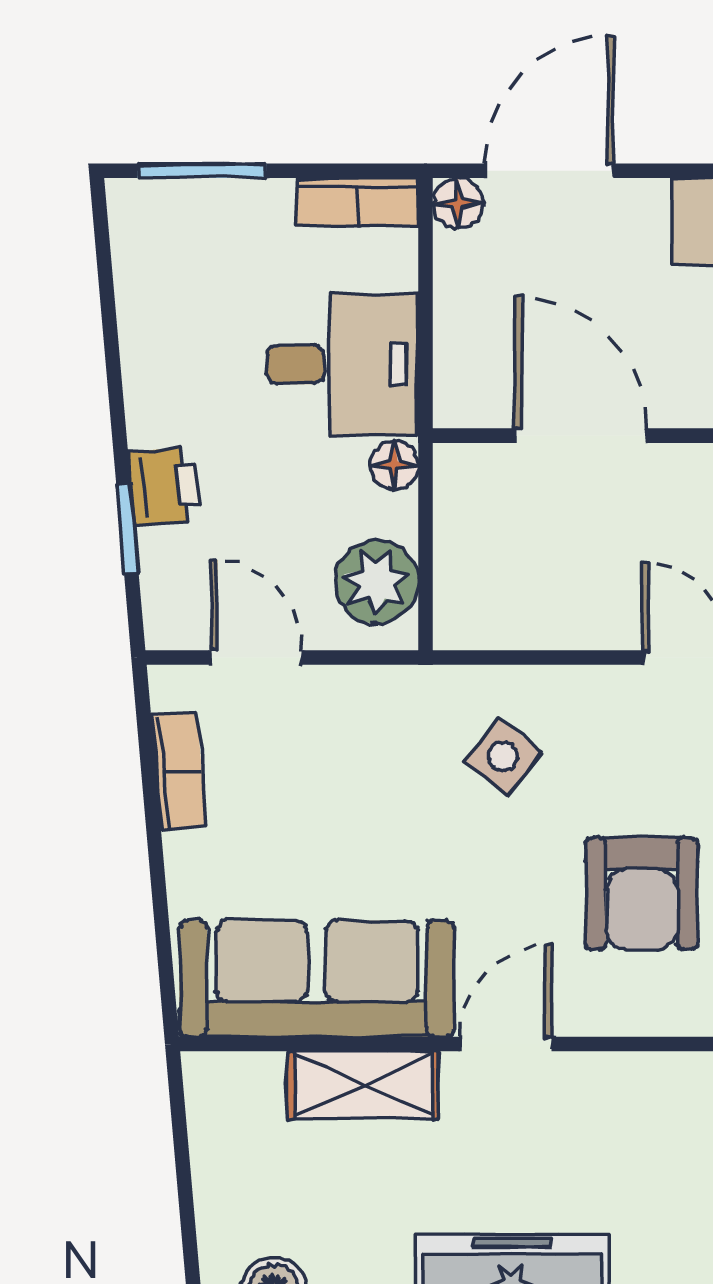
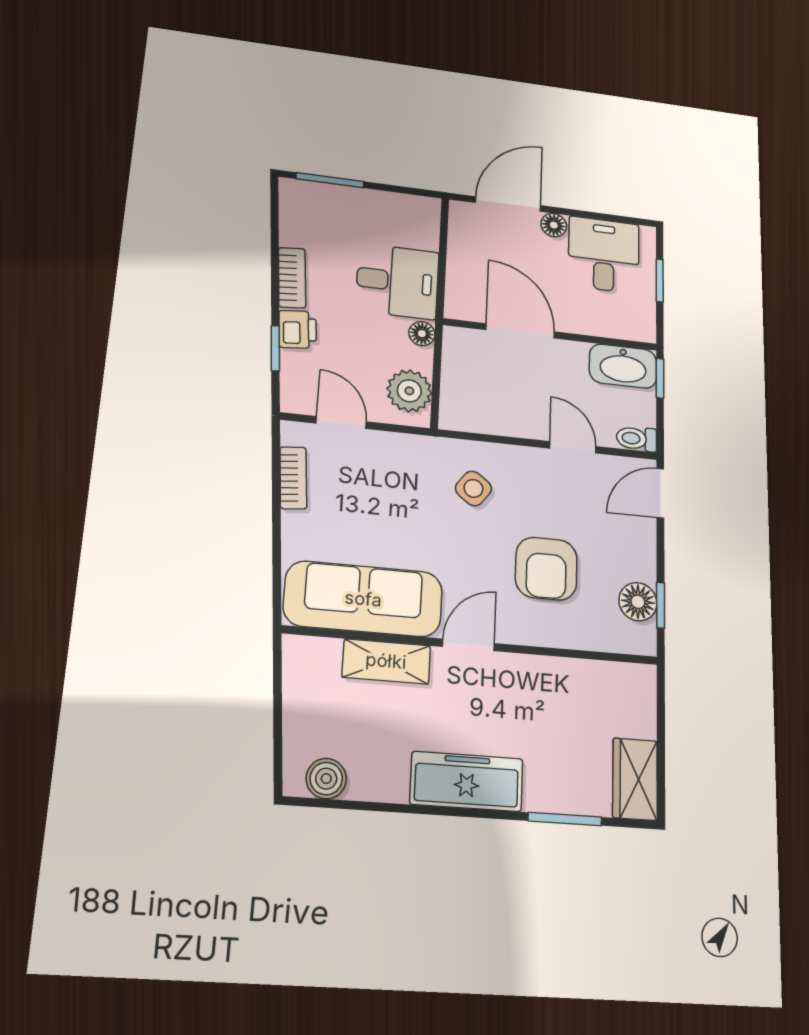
bookcase: (358, 202) -> (292, 278), moved, turned -95
floor lamp: (458, 203) -> (554, 225), moved

